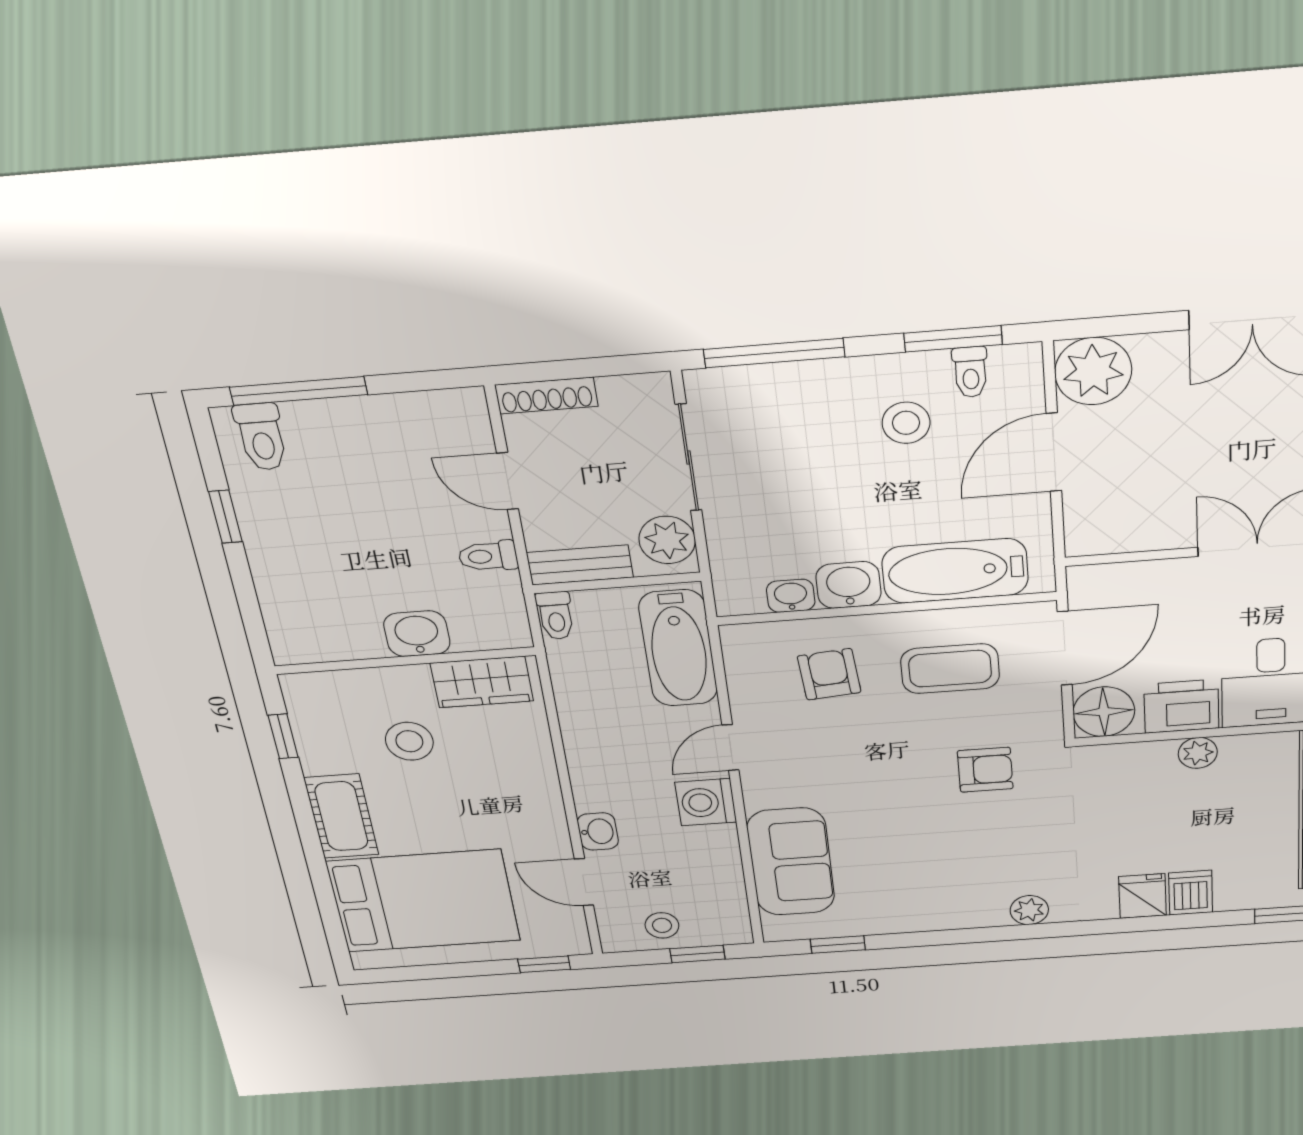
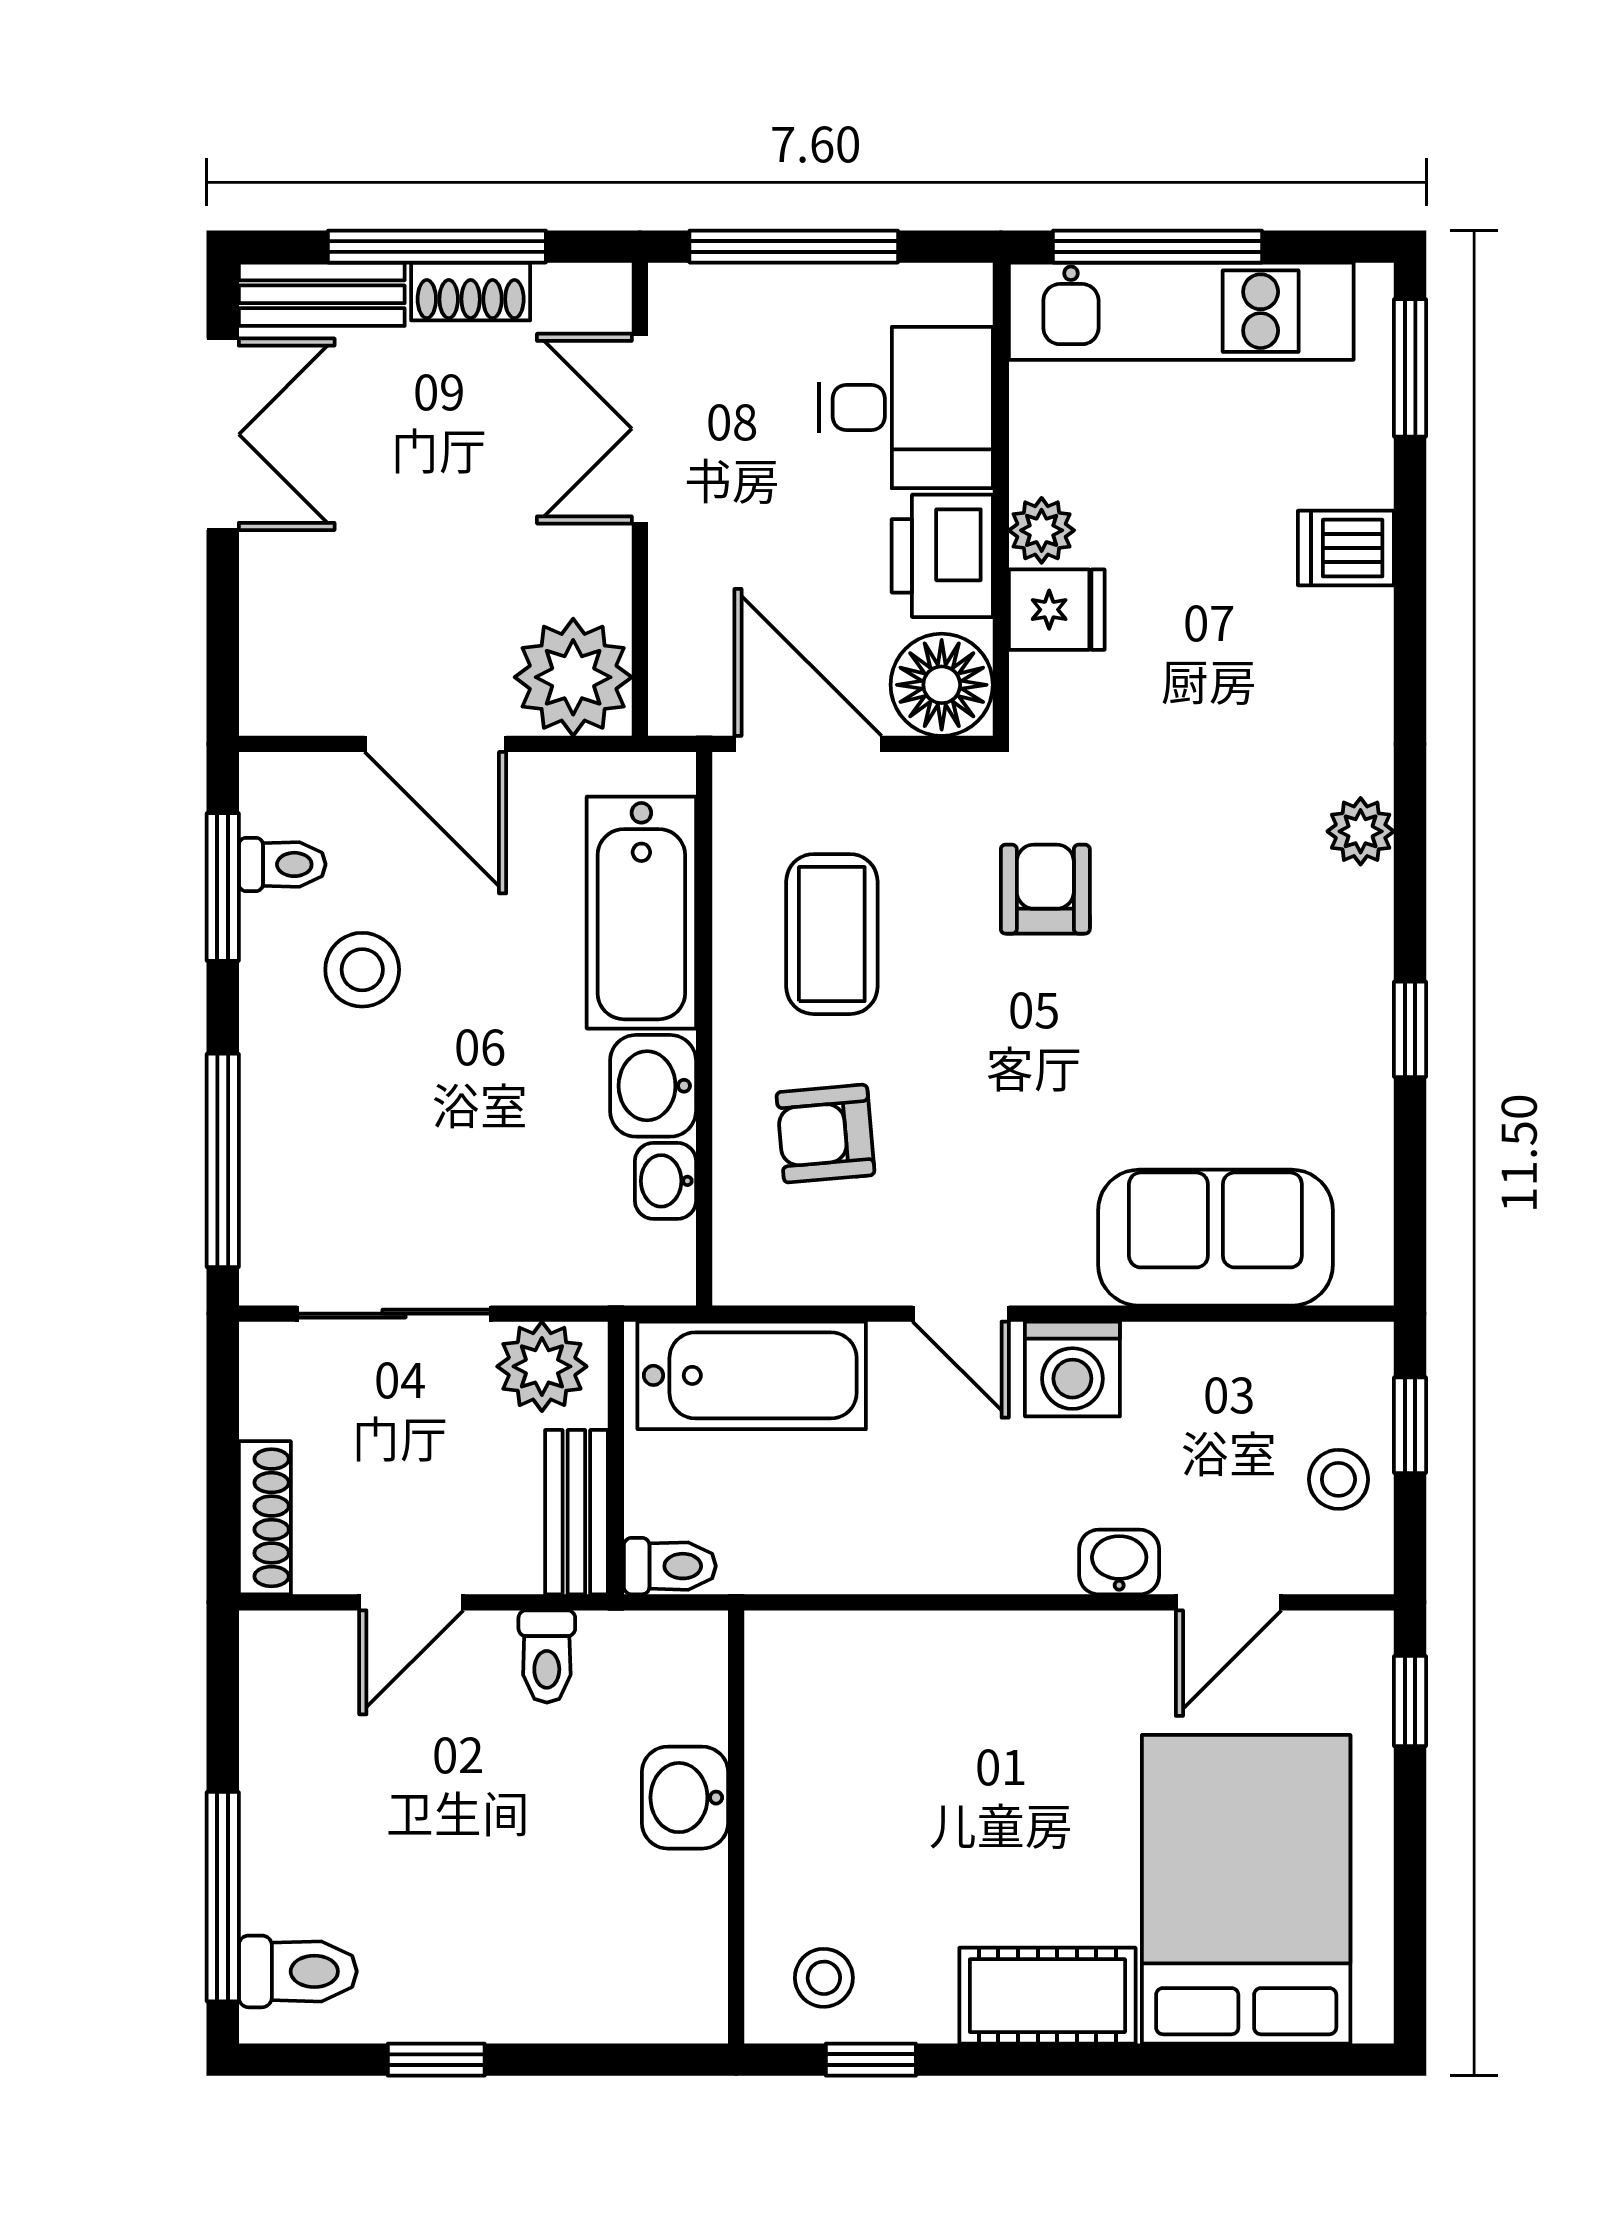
plant: (1093, 371) -> (573, 677), moved
wardrobe: (482, 682) -> (790, 1708), removed
stool: (409, 741) -> (824, 1978), moved, width x0.73, depth x0.73
fridge: (1143, 896) -> (1057, 610), moved, turned 180
window: (838, 945) -> (1410, 1029), moved

